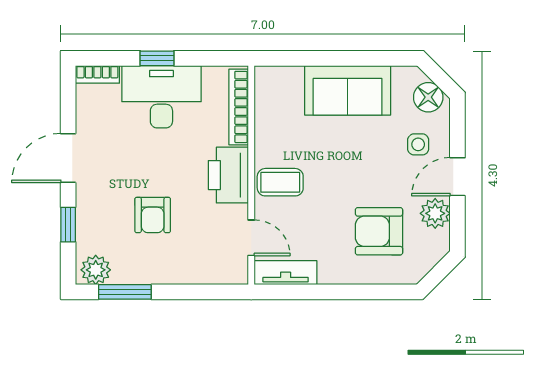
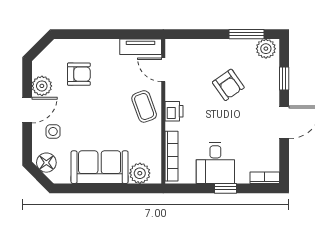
plant: (287, 81) -> (140, 173), added
desk: (161, 97) -> (215, 163), width x0.73
printer: (228, 175) -> (174, 111), width x0.53, depth x0.68
coffee table: (280, 182) -> (144, 106), turned 70
armchair: (153, 215) -> (228, 85), turned 145
armchair: (379, 231) -> (79, 74), width x0.72, depth x0.72

